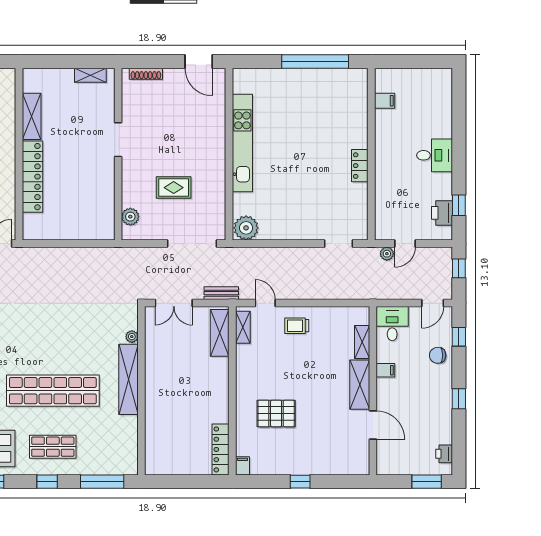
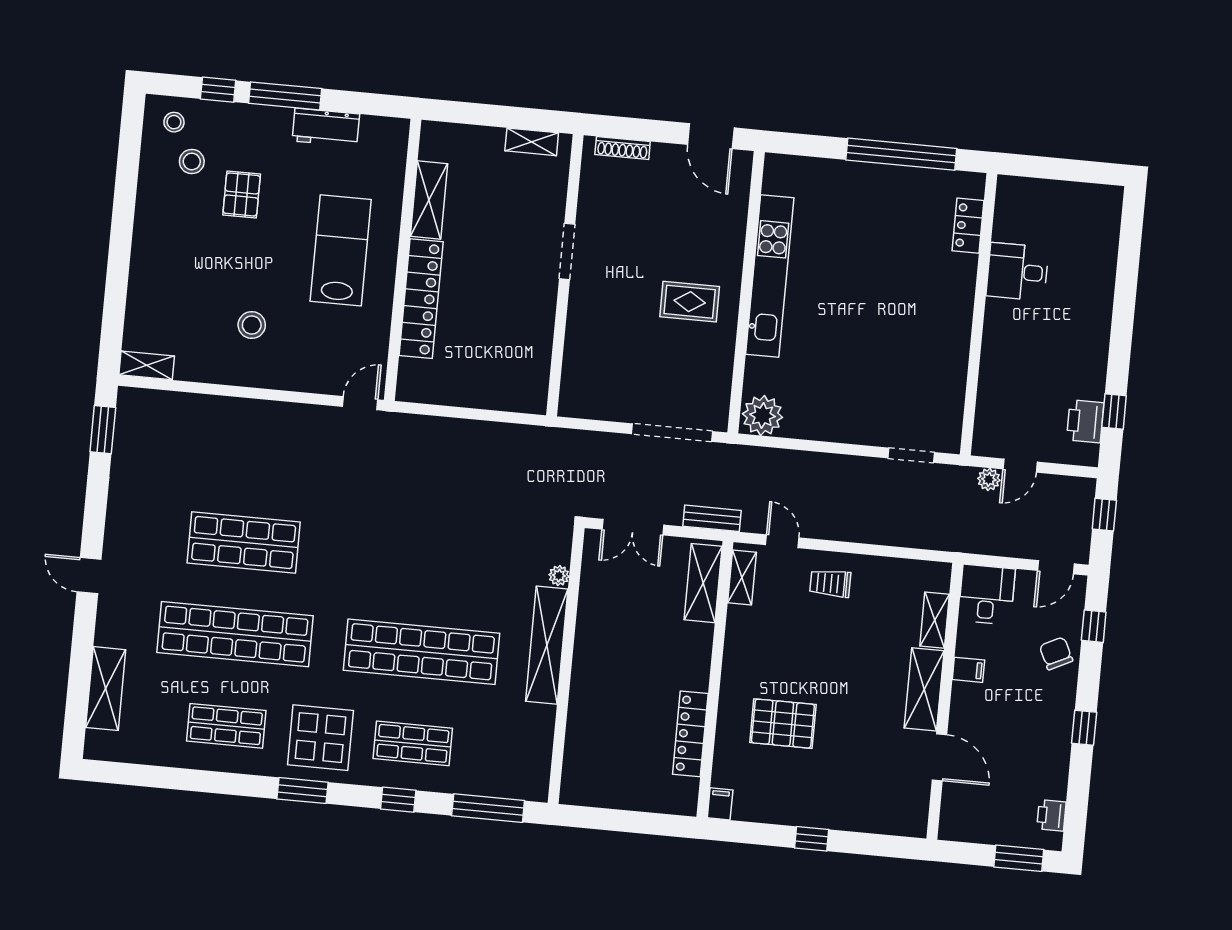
filing cabinet: (385, 101) -> (1009, 229), removed
desk: (434, 155) -> (1017, 272), moved, turned 180
locker: (360, 166) -> (968, 226), moved
rug: (174, 188) -> (690, 302), moved
plant: (130, 217) -> (575, 379), removed
chair: (438, 355) -> (1056, 653), turned 64
locker: (221, 449) -> (690, 734), moved

